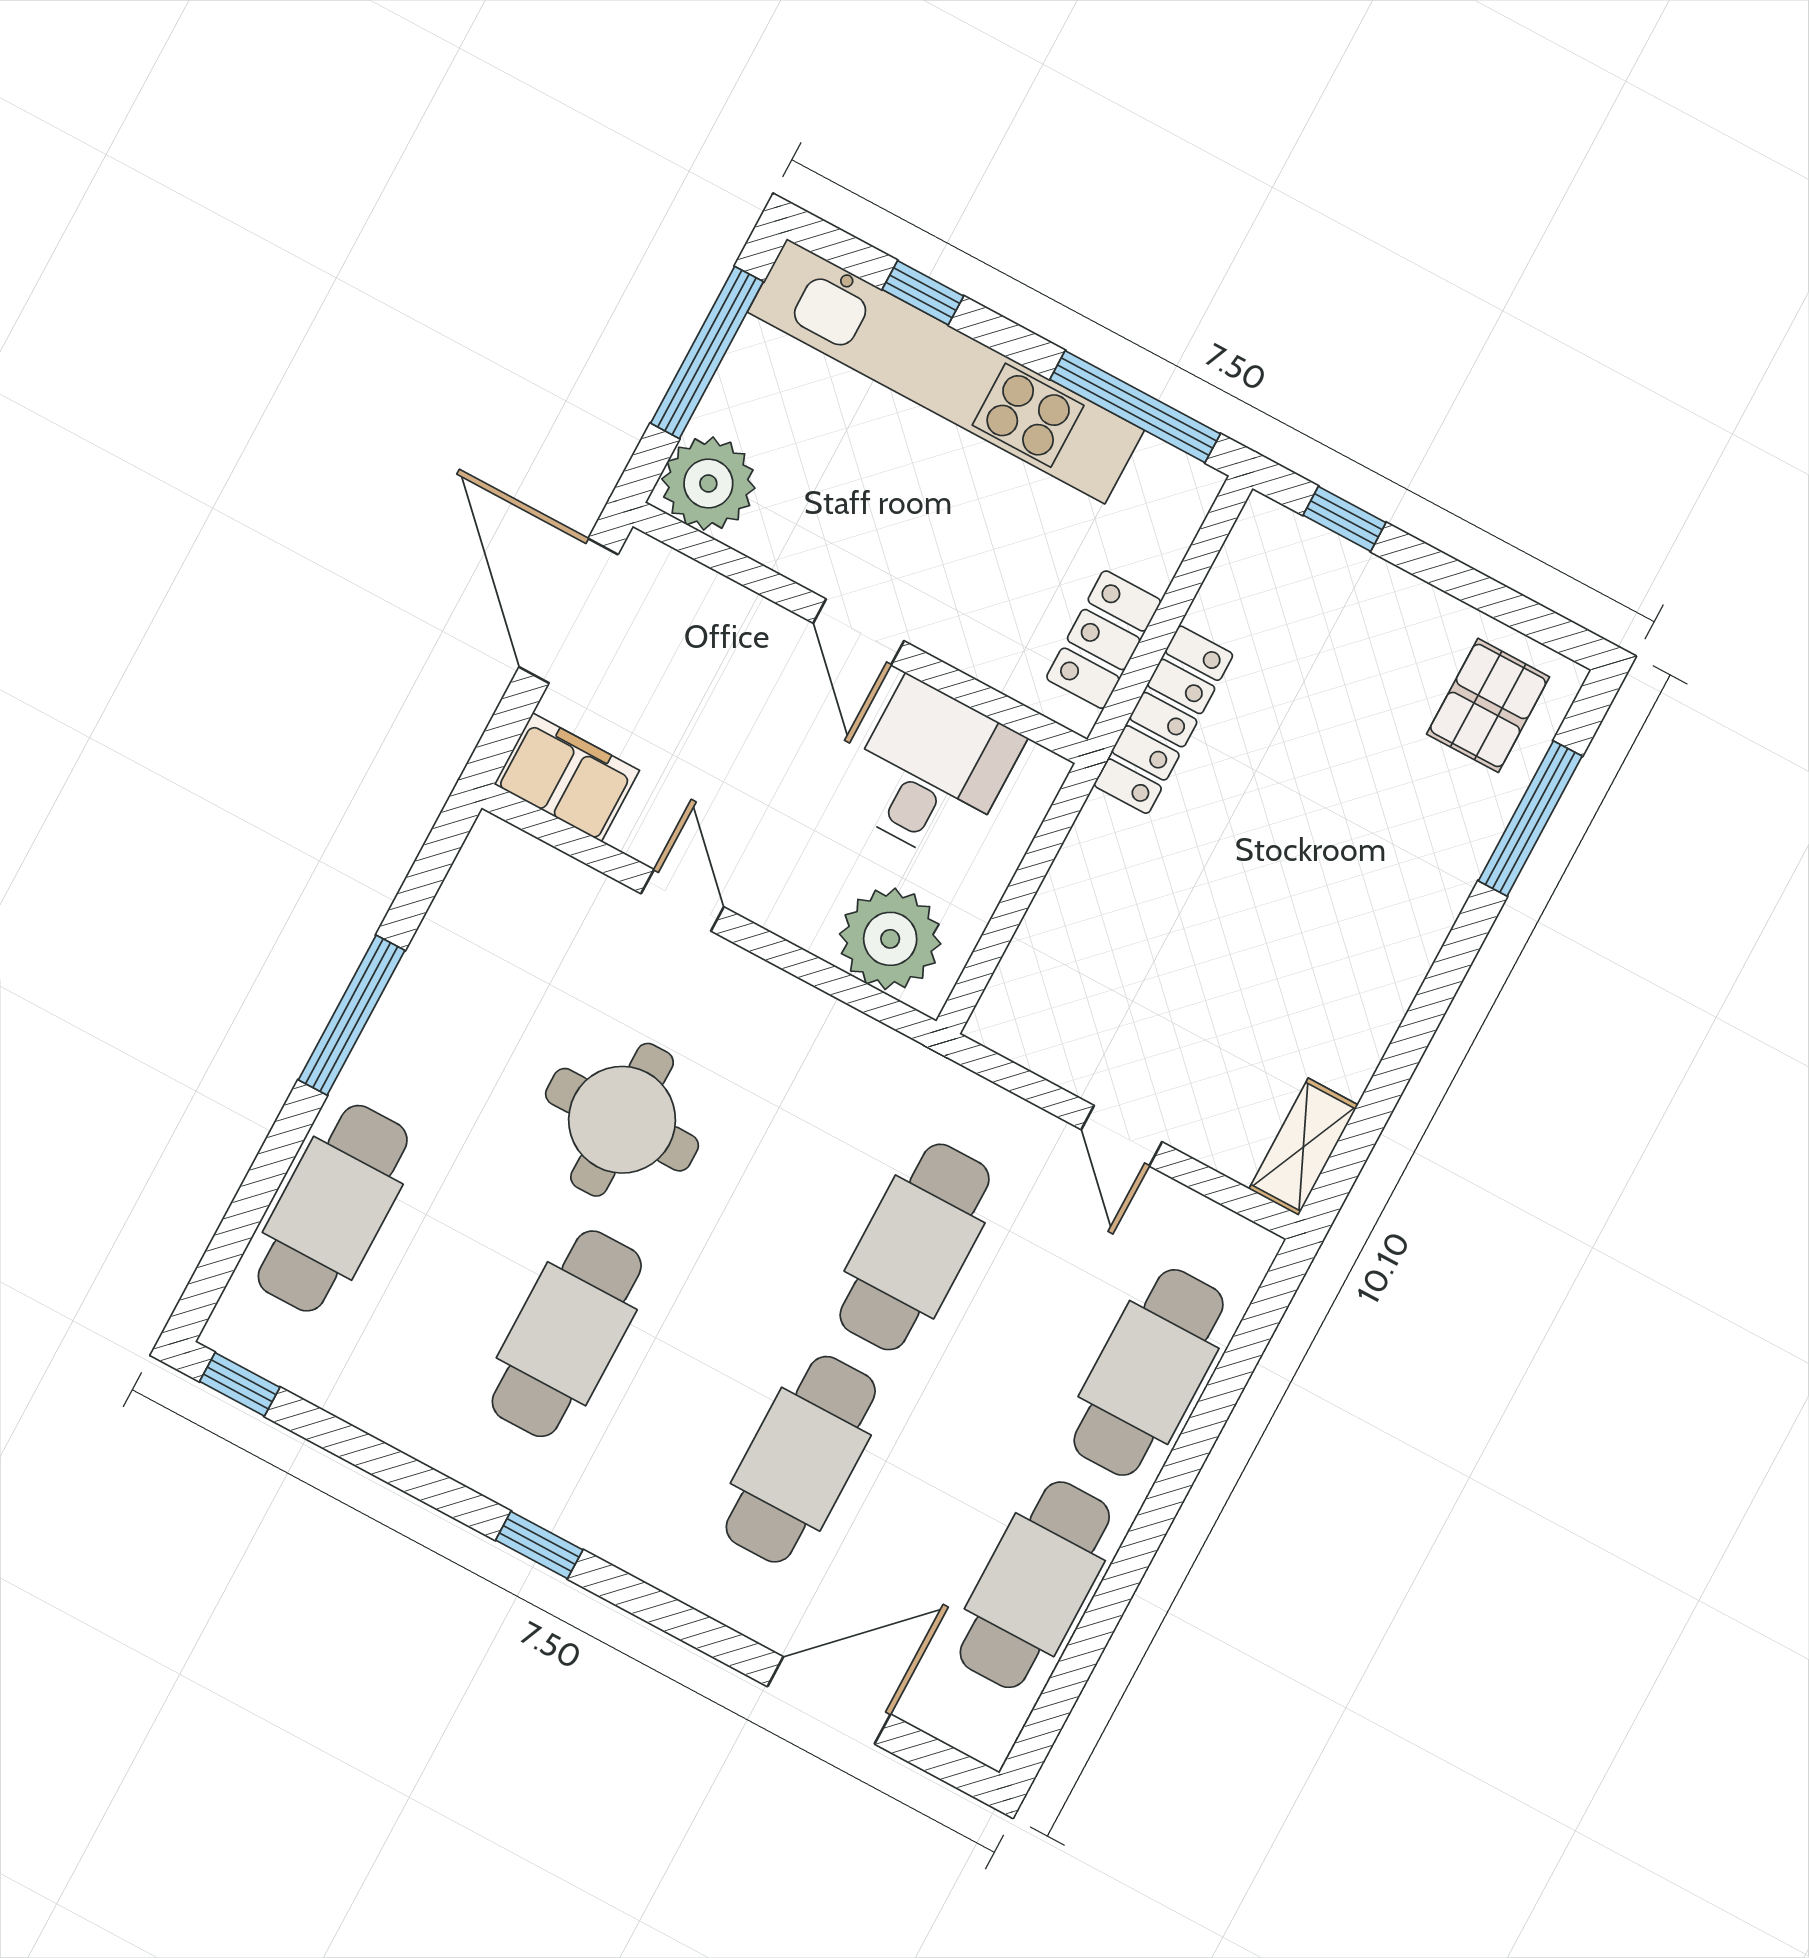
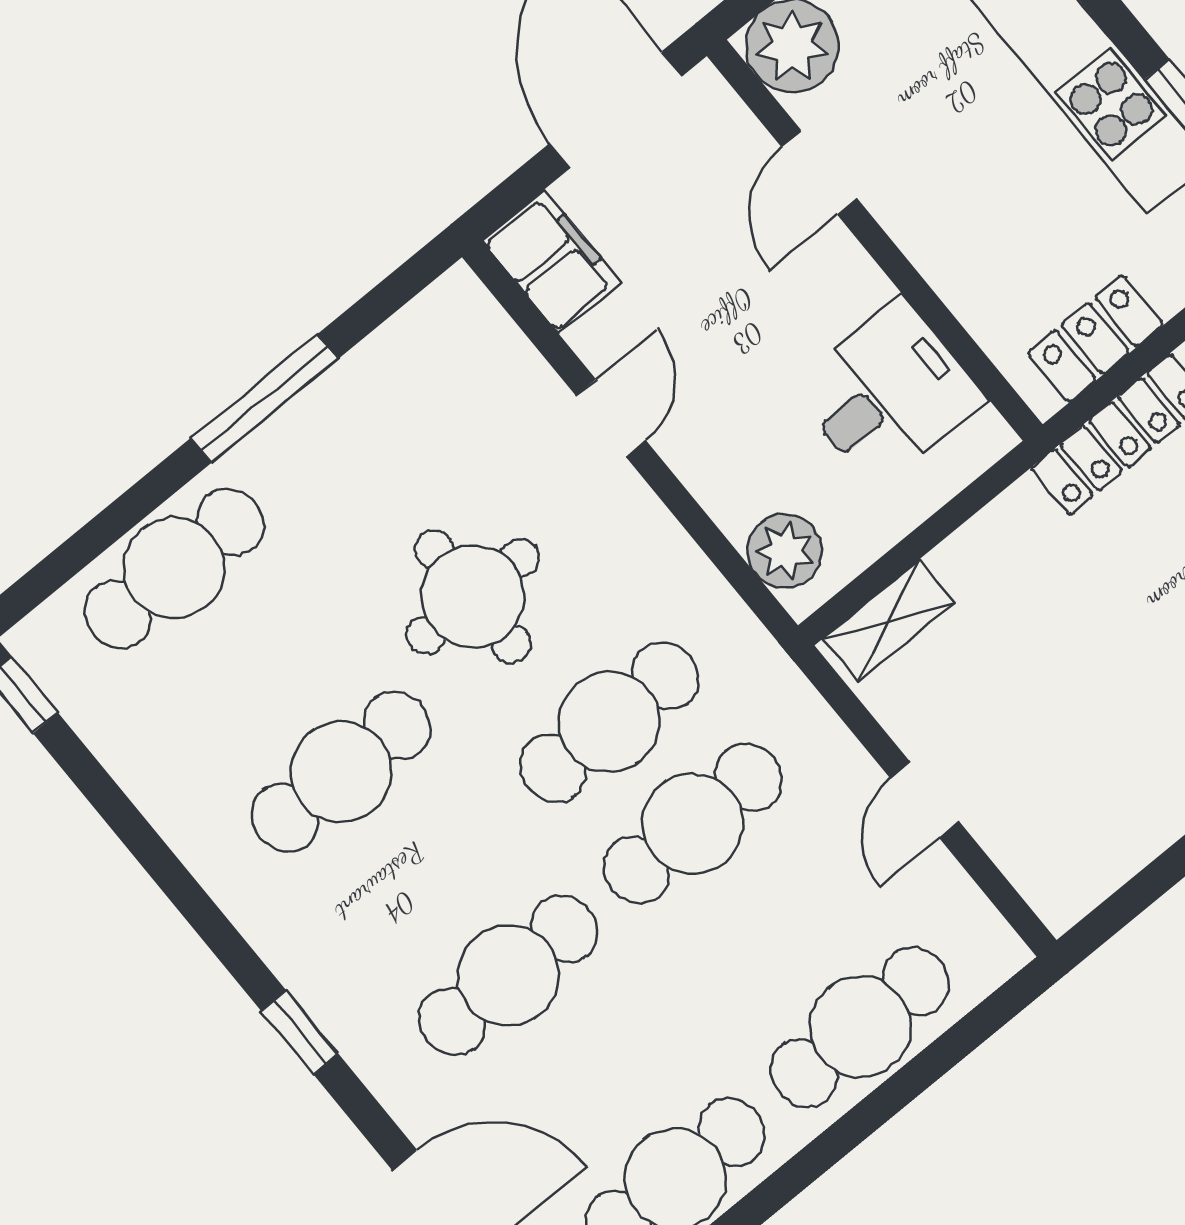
door: (859, 632) -> (819, 173), moved
plant: (890, 939) -> (785, 551), width x0.73, depth x0.73
shelving: (1303, 1147) -> (888, 621), moved
cafe table: (798, 1184) -> (609, 722), added
window: (539, 1545) -> (300, 1032), moved

